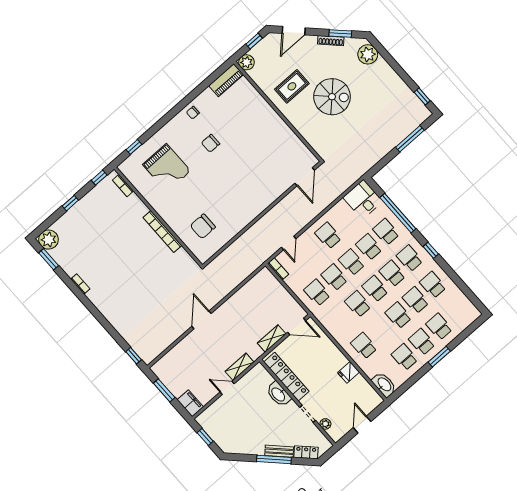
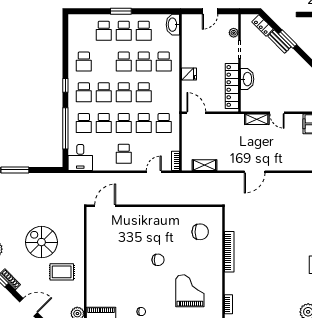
chair: (211, 143) -> (158, 260), moved
school desk: (416, 300) -> (144, 62), moved
shelving: (272, 338) -> (205, 165), moved
fridge: (348, 372) -> (189, 74), moved
window: (274, 460) -> (288, 39), width x0.69

